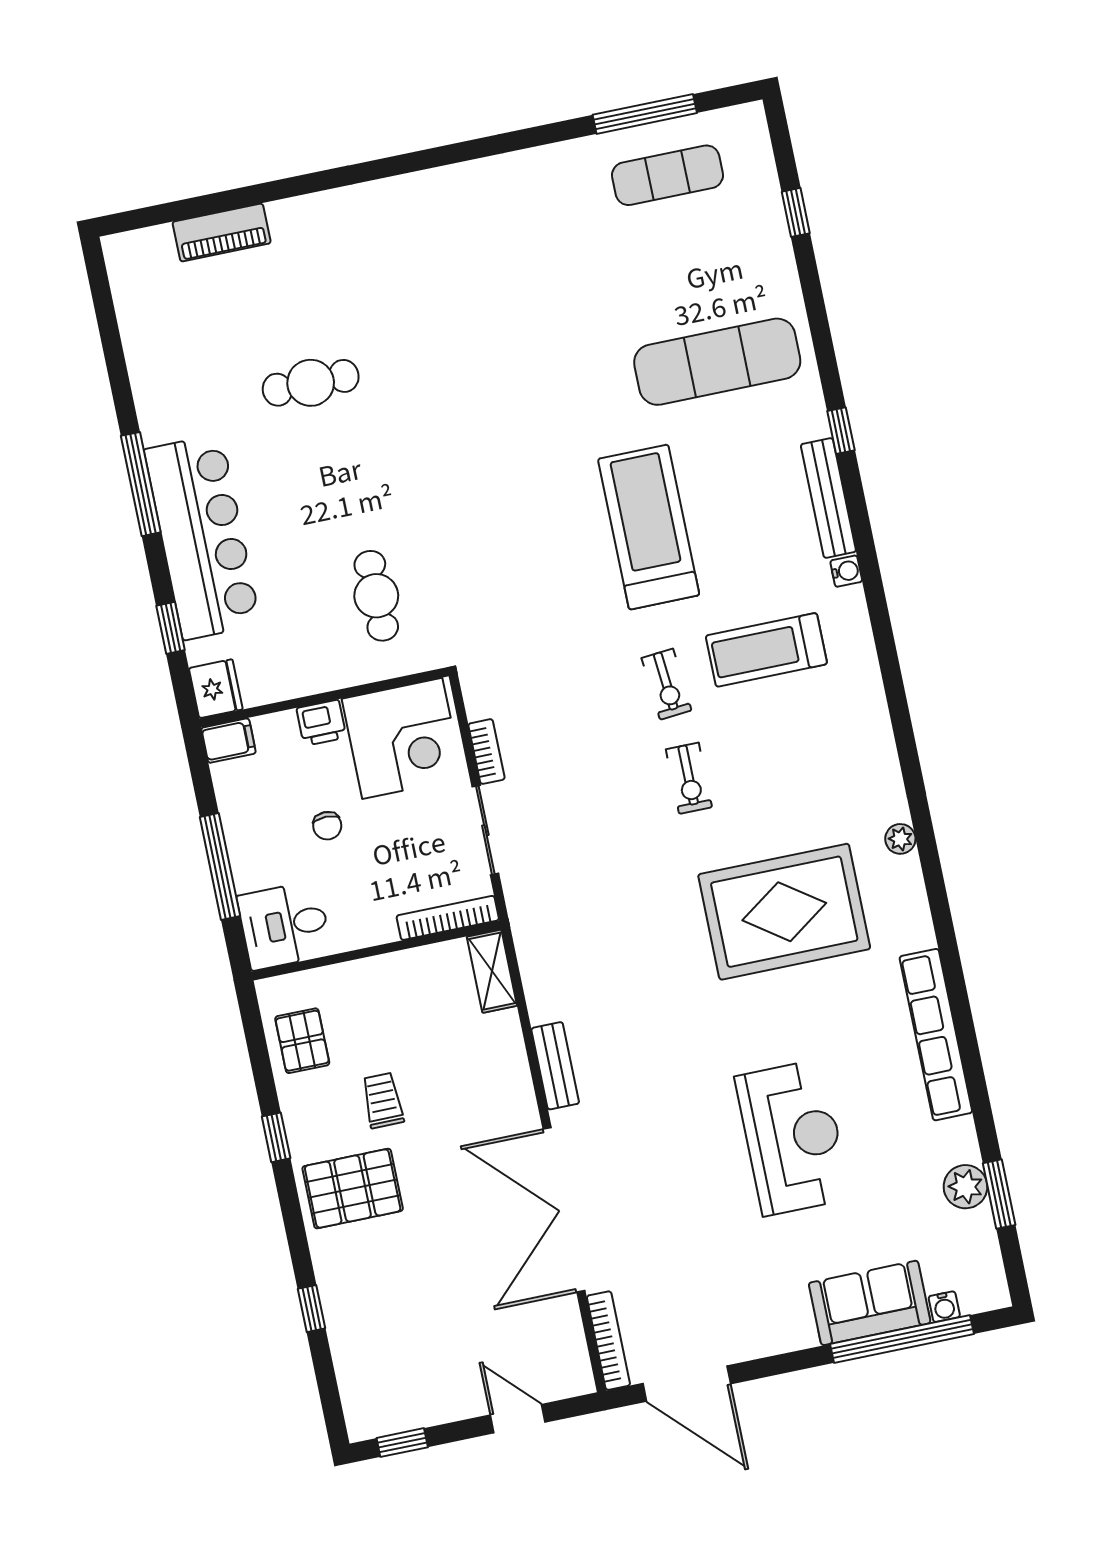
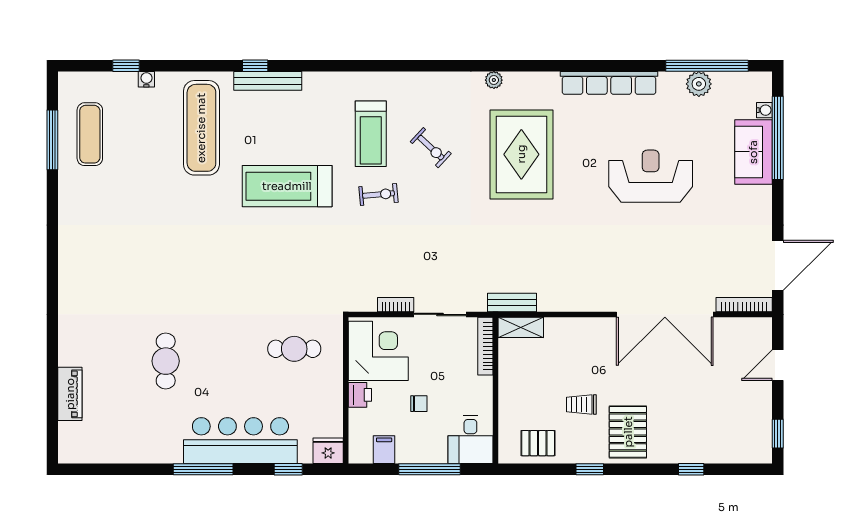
bench: (828, 498) -> (268, 81), moved
water cooler: (846, 571) -> (146, 79), moved
filing cabinet: (229, 741) -> (384, 450), moved
exercise bike: (689, 778) -> (431, 148), moved, turned 43
bench: (555, 1066) -> (512, 303), moved
window: (999, 1194) -> (707, 66), width x2.11

